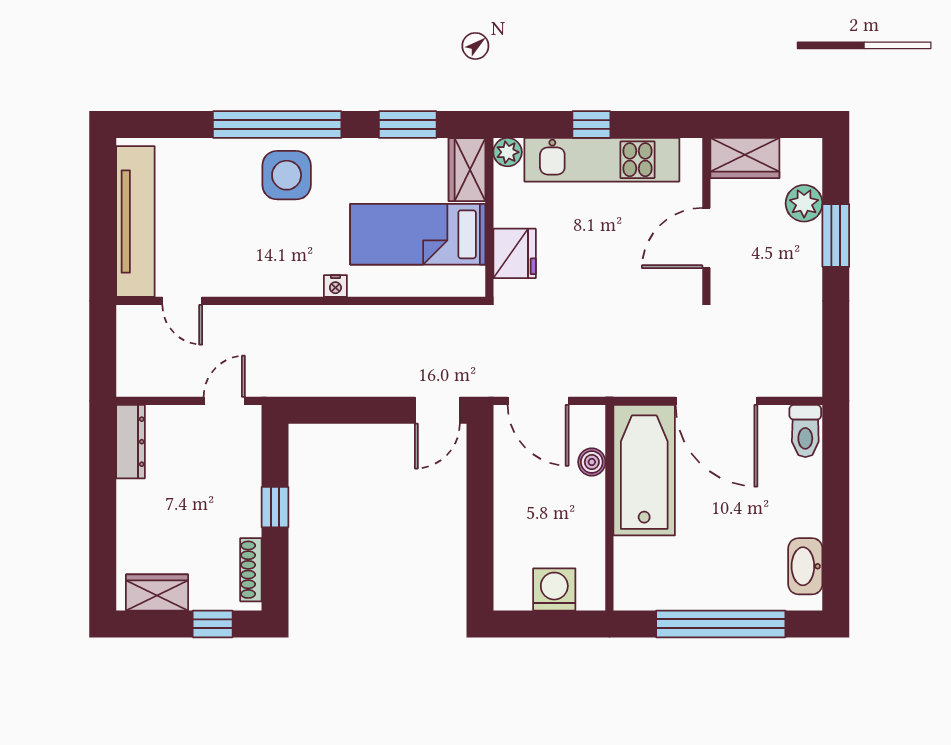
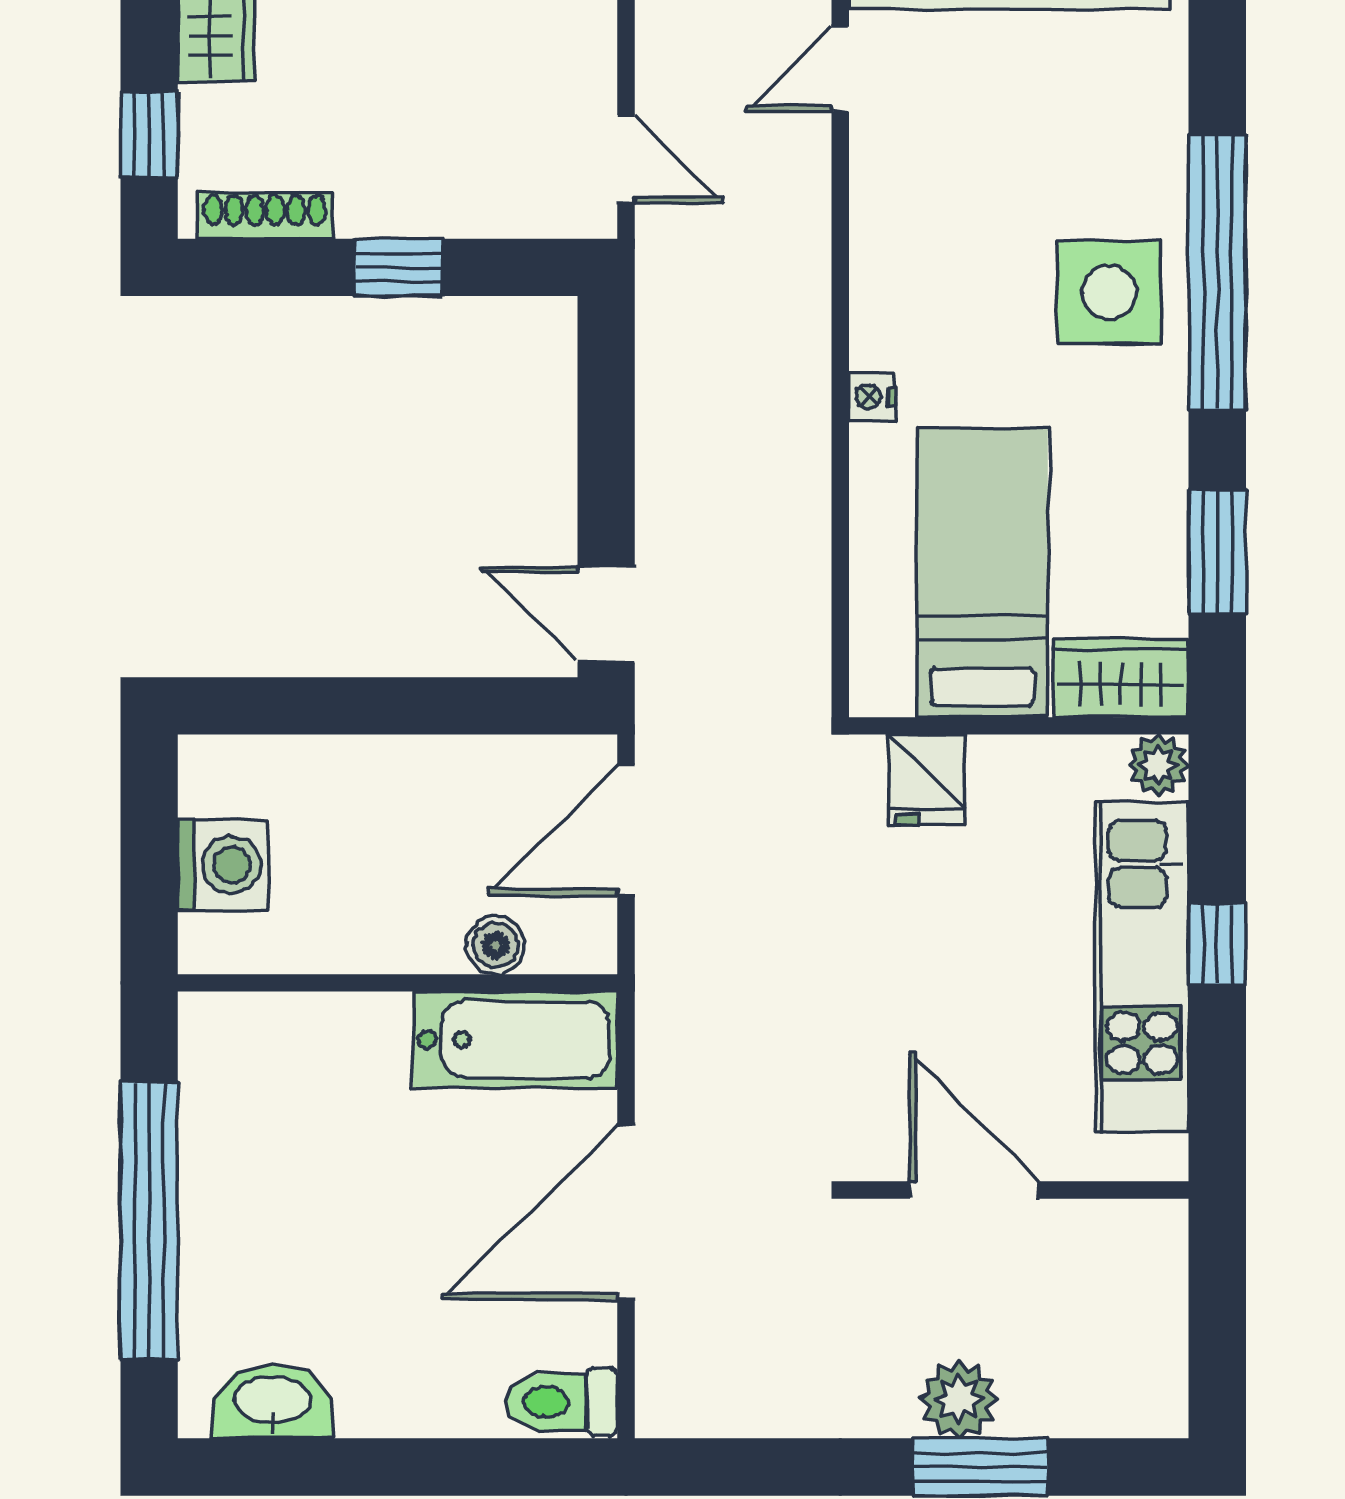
wardrobe: (745, 158) -> (1146, 1272), removed
plant: (804, 203) -> (959, 1399), moved
fridge: (515, 253) -> (927, 780), width x0.72
bathtub: (644, 470) -> (515, 1040), width x0.73, depth x0.73

